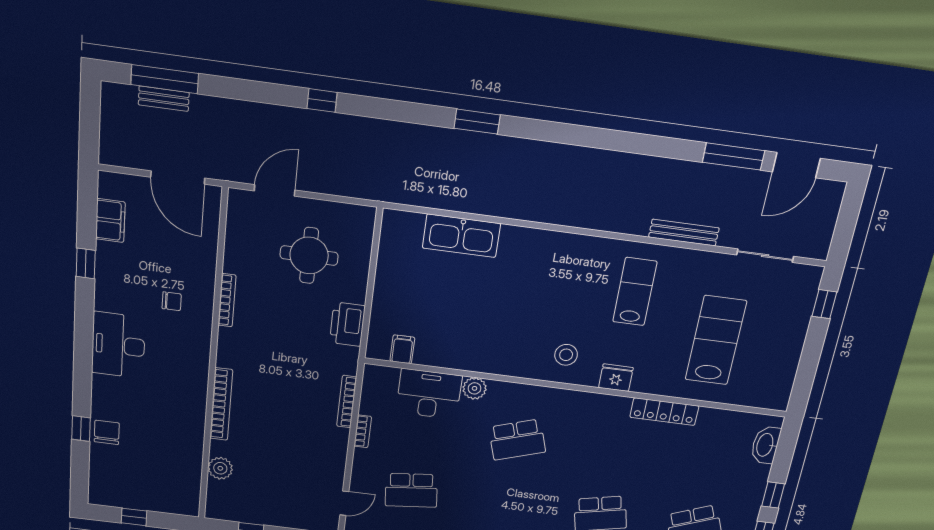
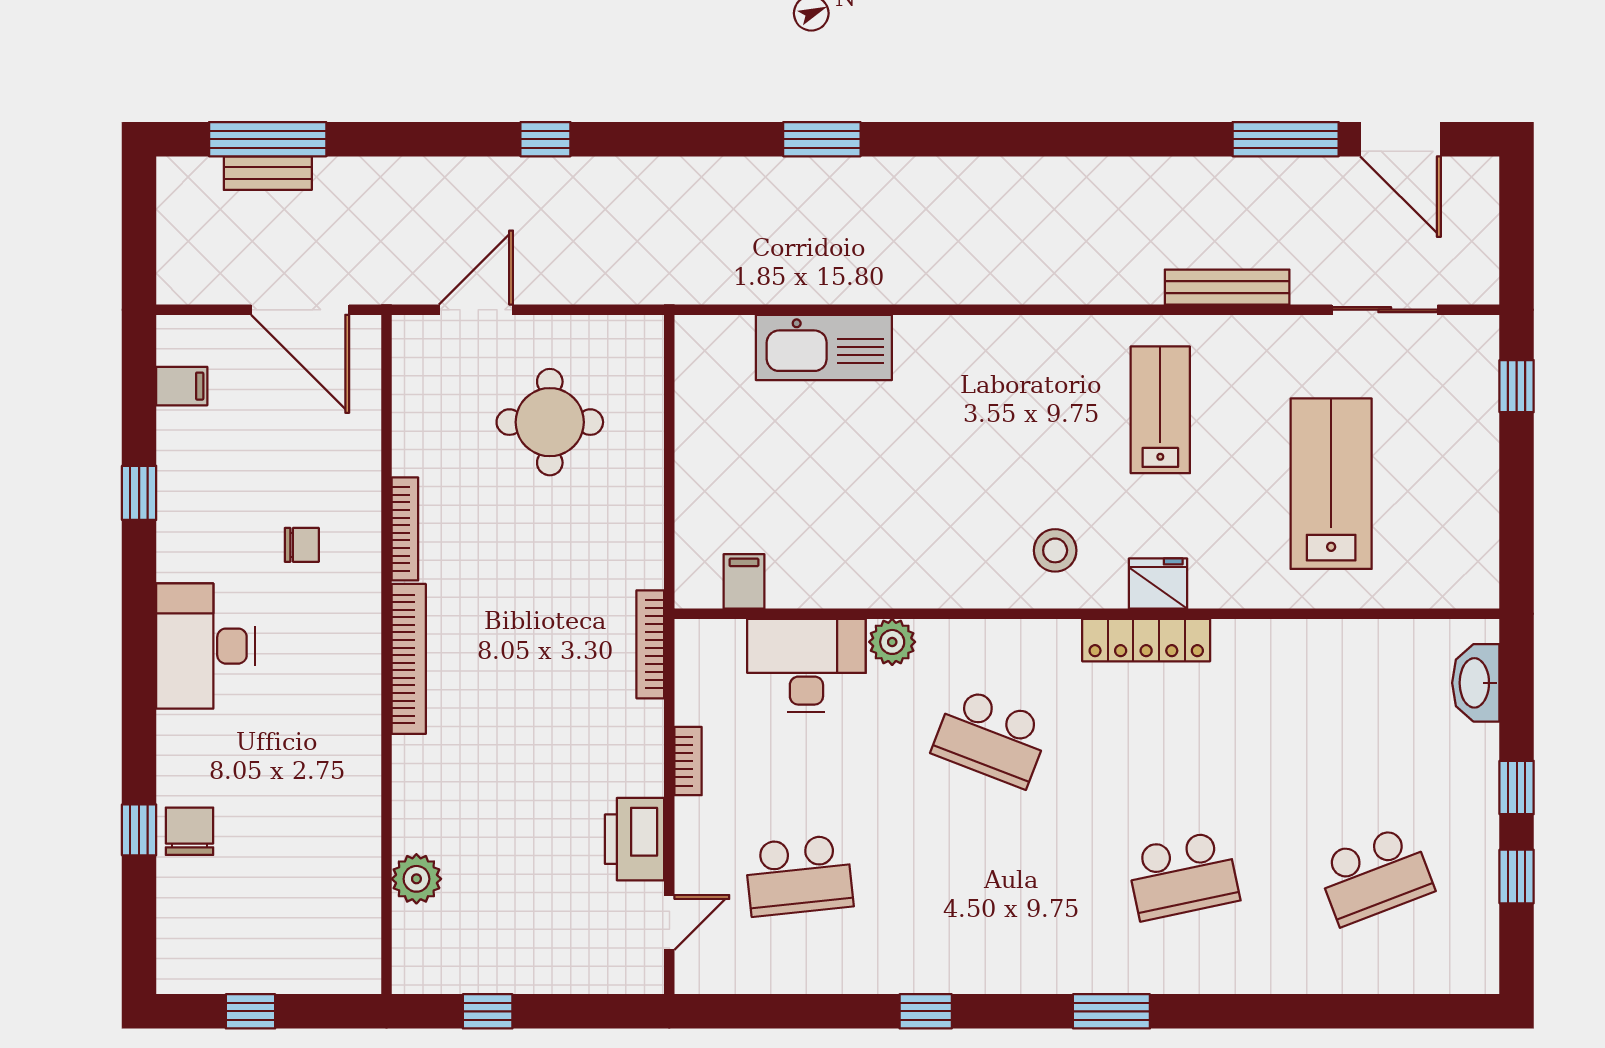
door: (796, 165) -> (1401, 139), hinge flipped
filing cabinet: (110, 220) -> (182, 386), width x0.50
printer: (347, 324) -> (635, 839), moved
bookcase: (347, 402) -> (650, 644), moved
bookcase: (221, 404) -> (409, 659), moved
locker: (664, 412) -> (1146, 640), moved
school desk: (517, 440) -> (991, 738), turned 39

